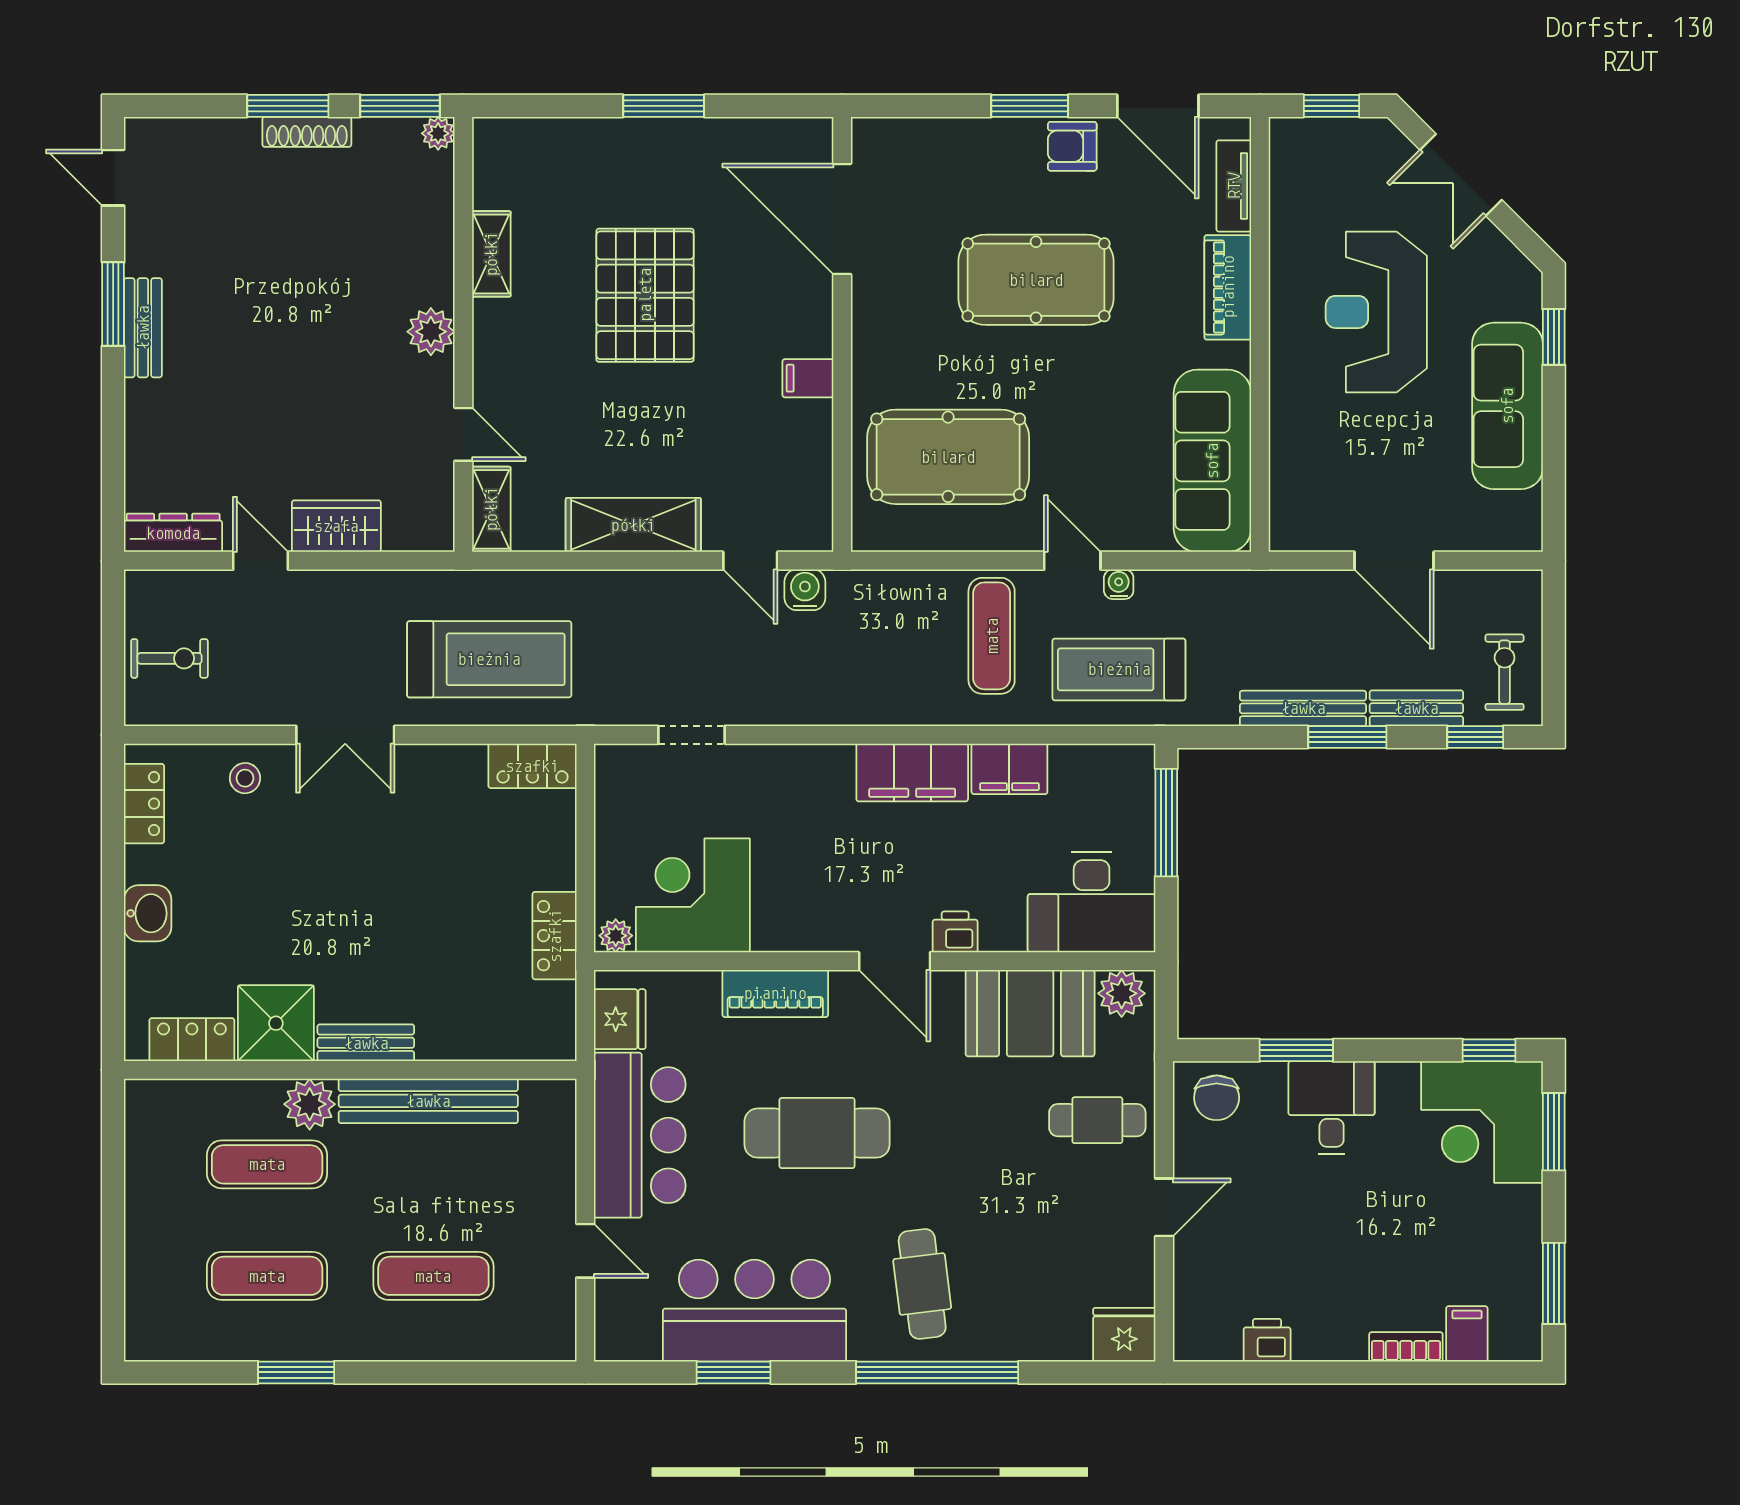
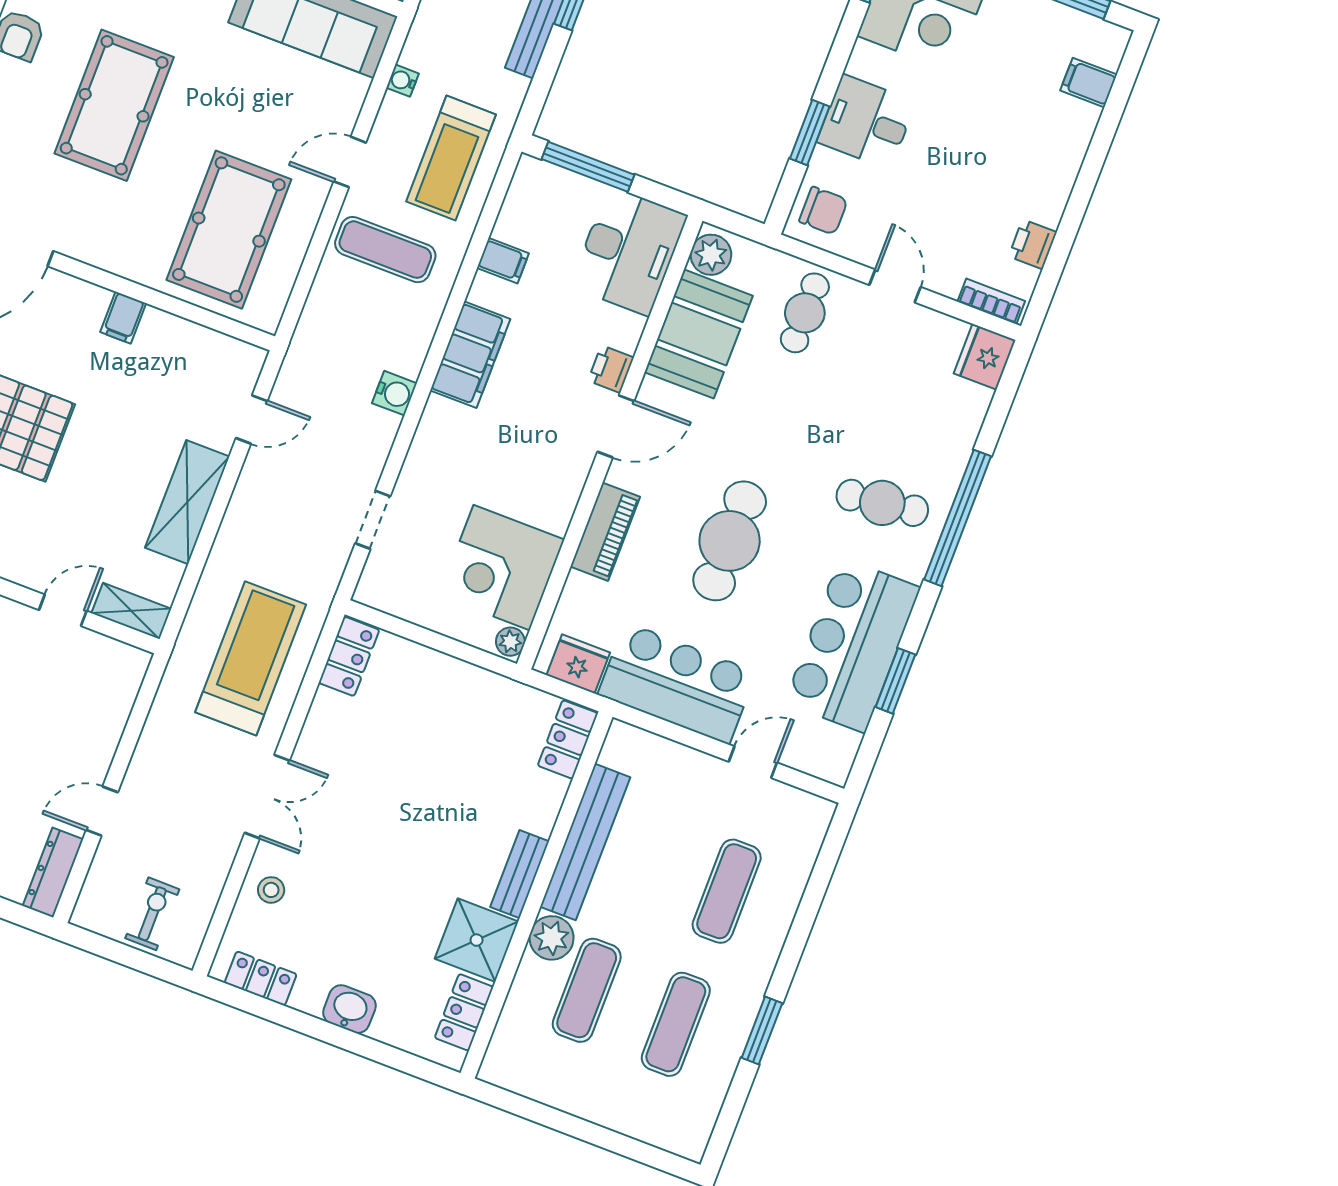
wardrobe: (336, 526) -> (98, 740), removed
water cooler: (1119, 584) -> (402, 81), moved
water cooler: (805, 590) -> (394, 393), moved, turned 180
filing cabinet: (1009, 769) -> (503, 261), width x0.50
locker: (555, 936) -> (568, 739), moved, turned 90
bookcase: (1406, 1347) -> (991, 301), moved, turned 90

